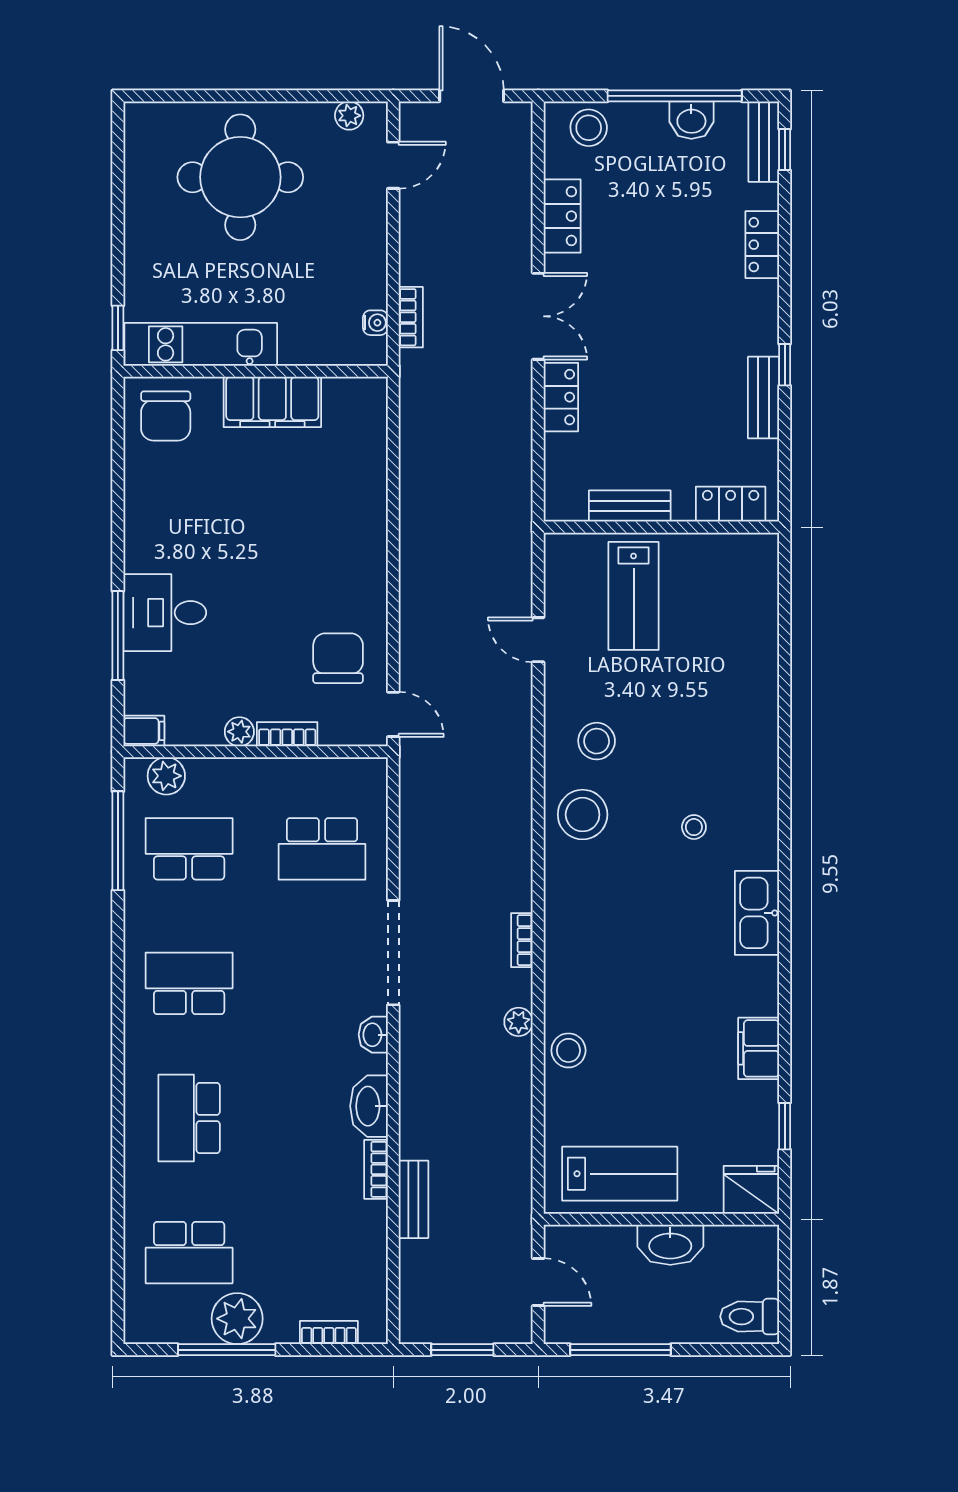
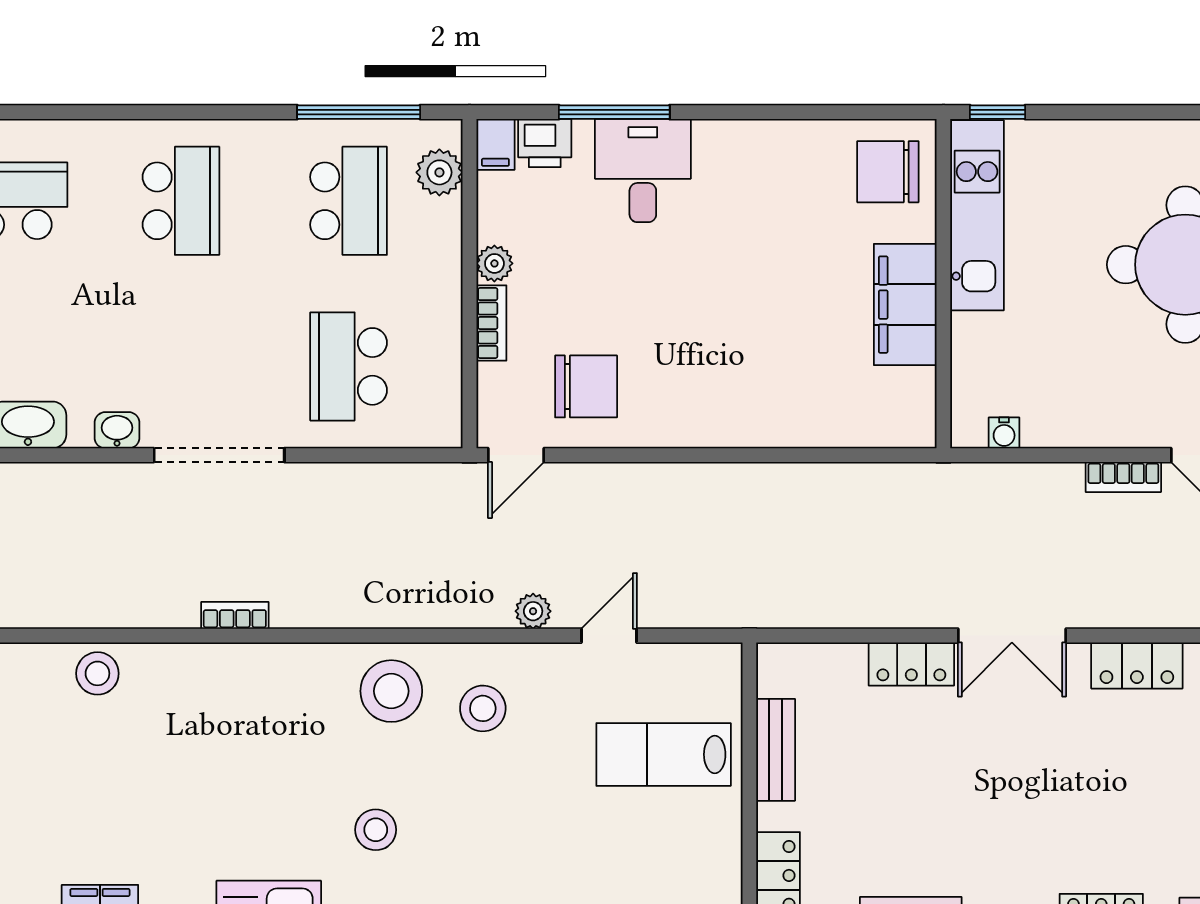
bookcase: (411, 317) -> (1123, 477), moved
printer: (143, 691) -> (545, 143), added
stool: (694, 827) -> (376, 830), width x1.37, depth x1.37
plant: (519, 1022) -> (533, 611), moved

